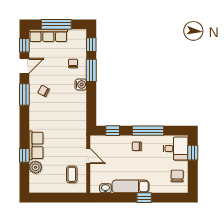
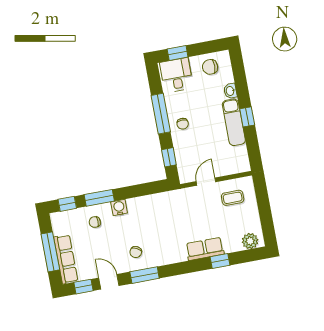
plant: (36, 167) -> (250, 241), moved
washbasin: (105, 188) -> (230, 91), moved
window: (144, 198) -> (247, 117), moved

